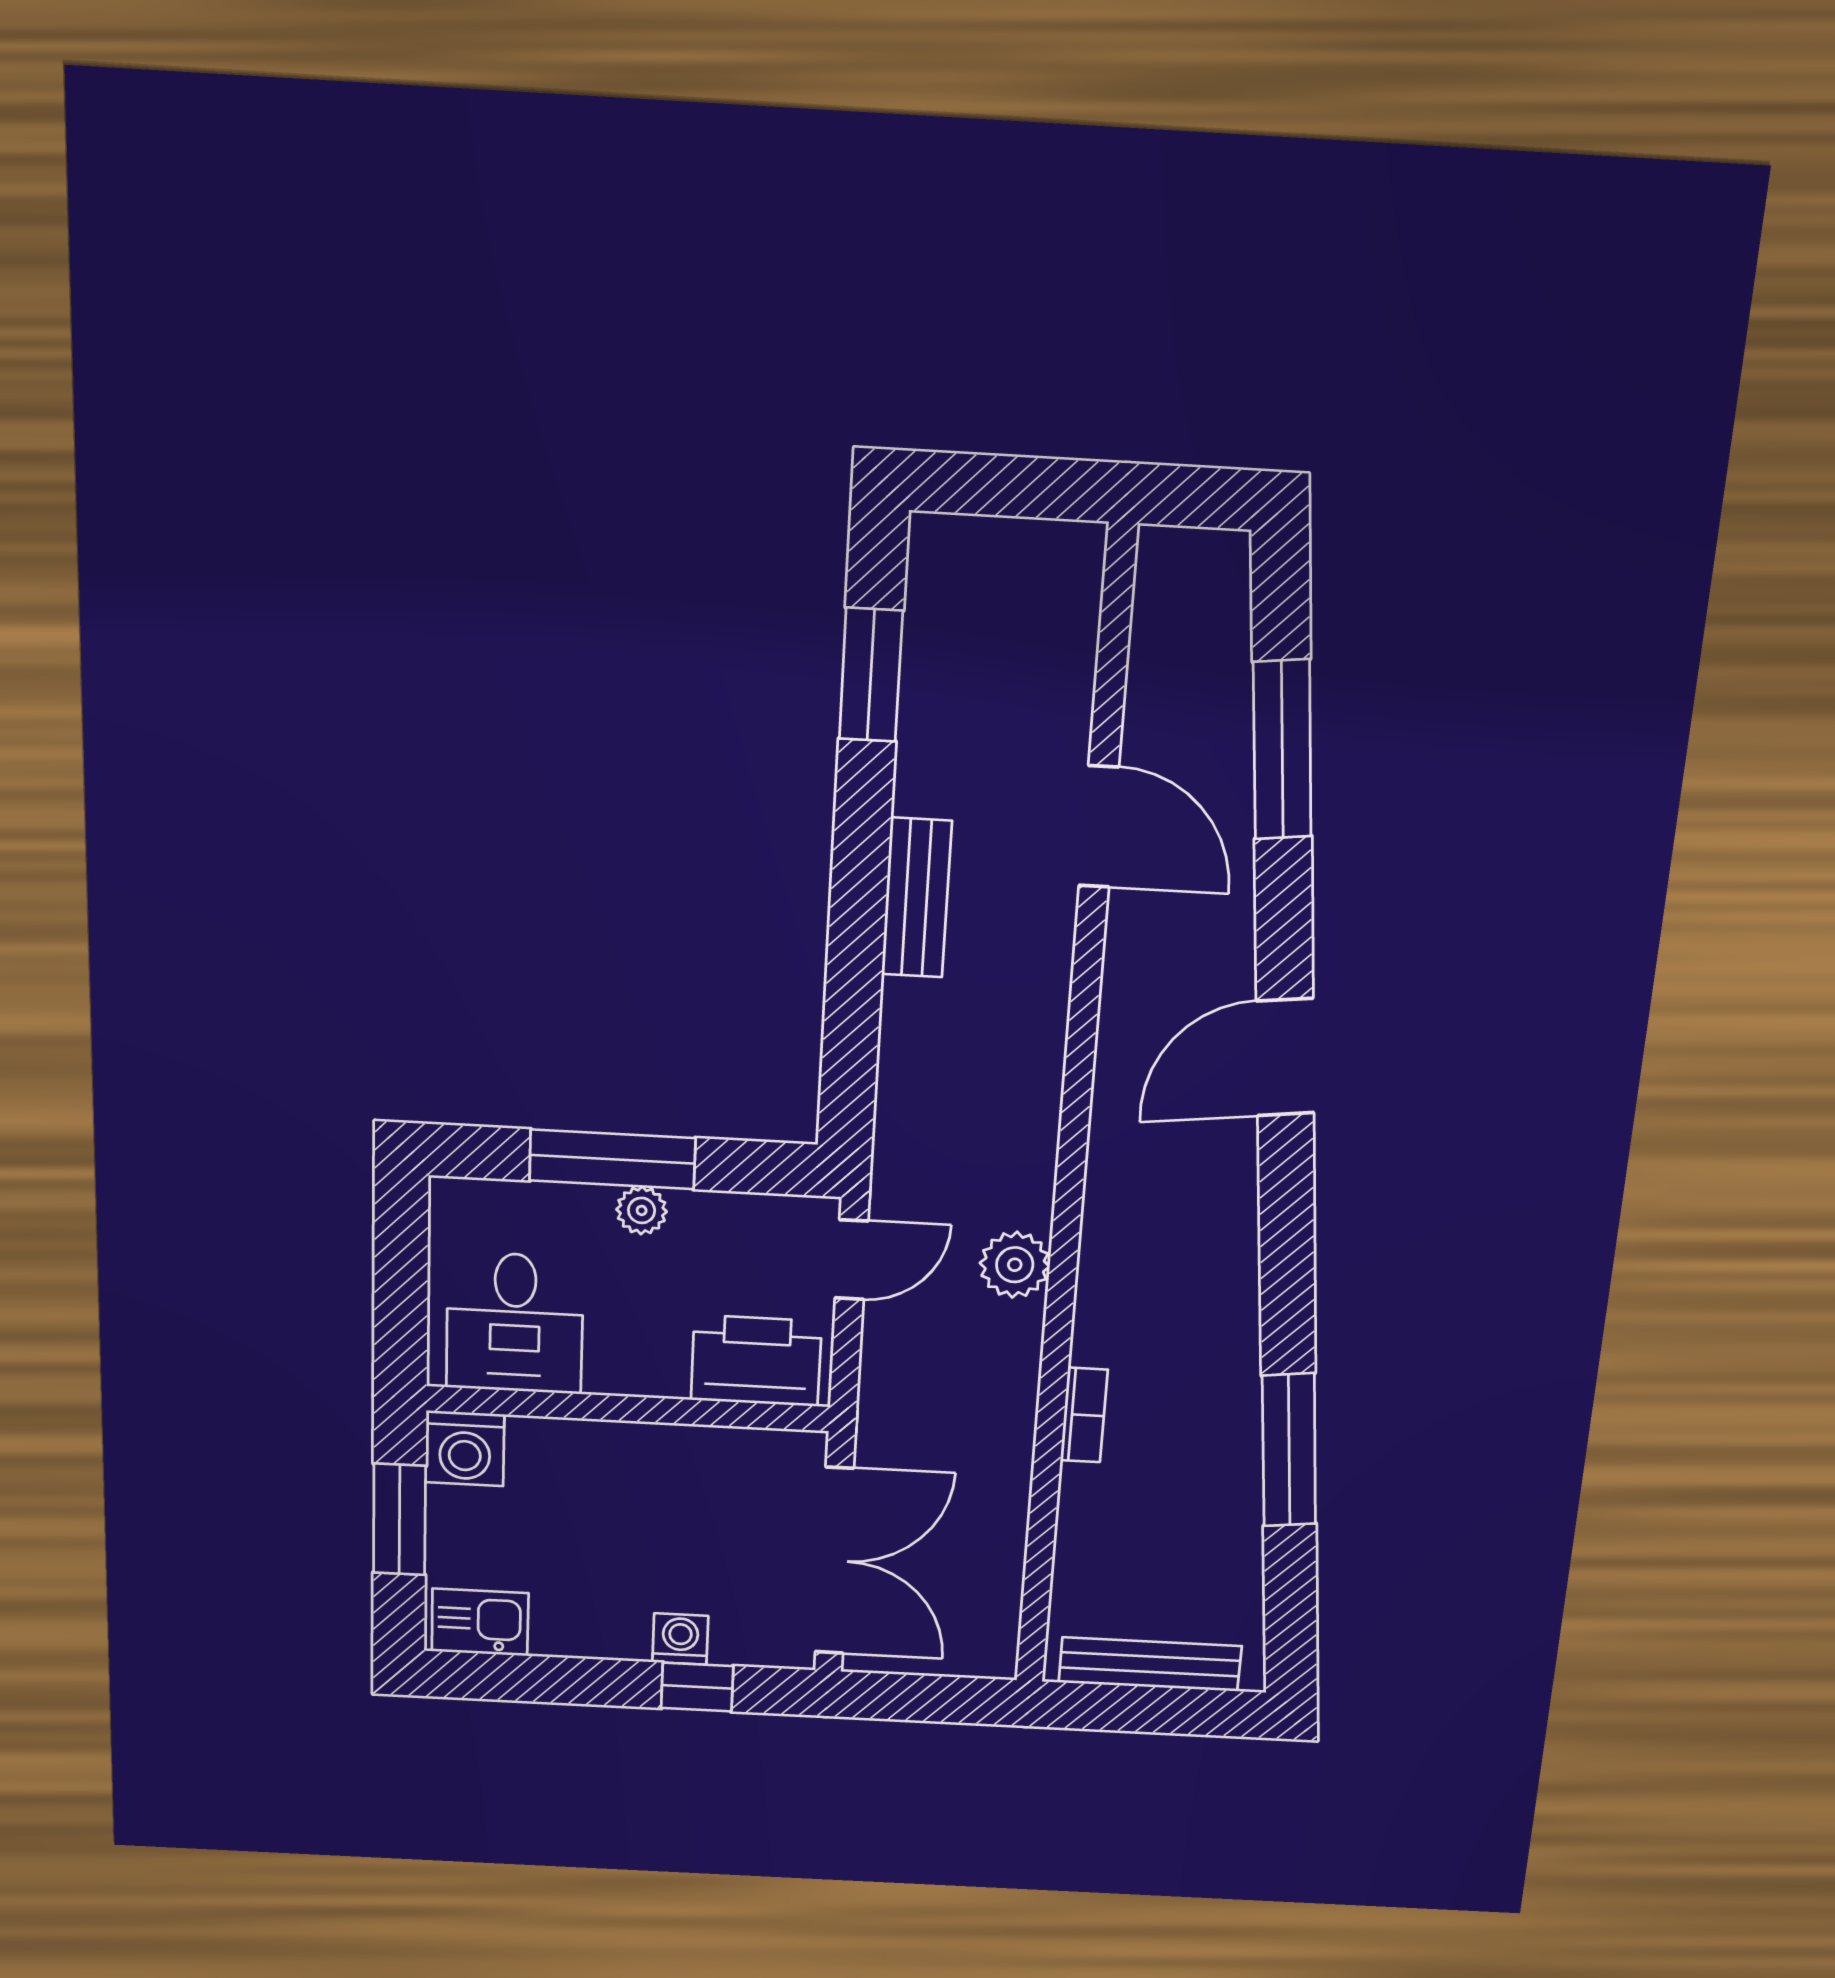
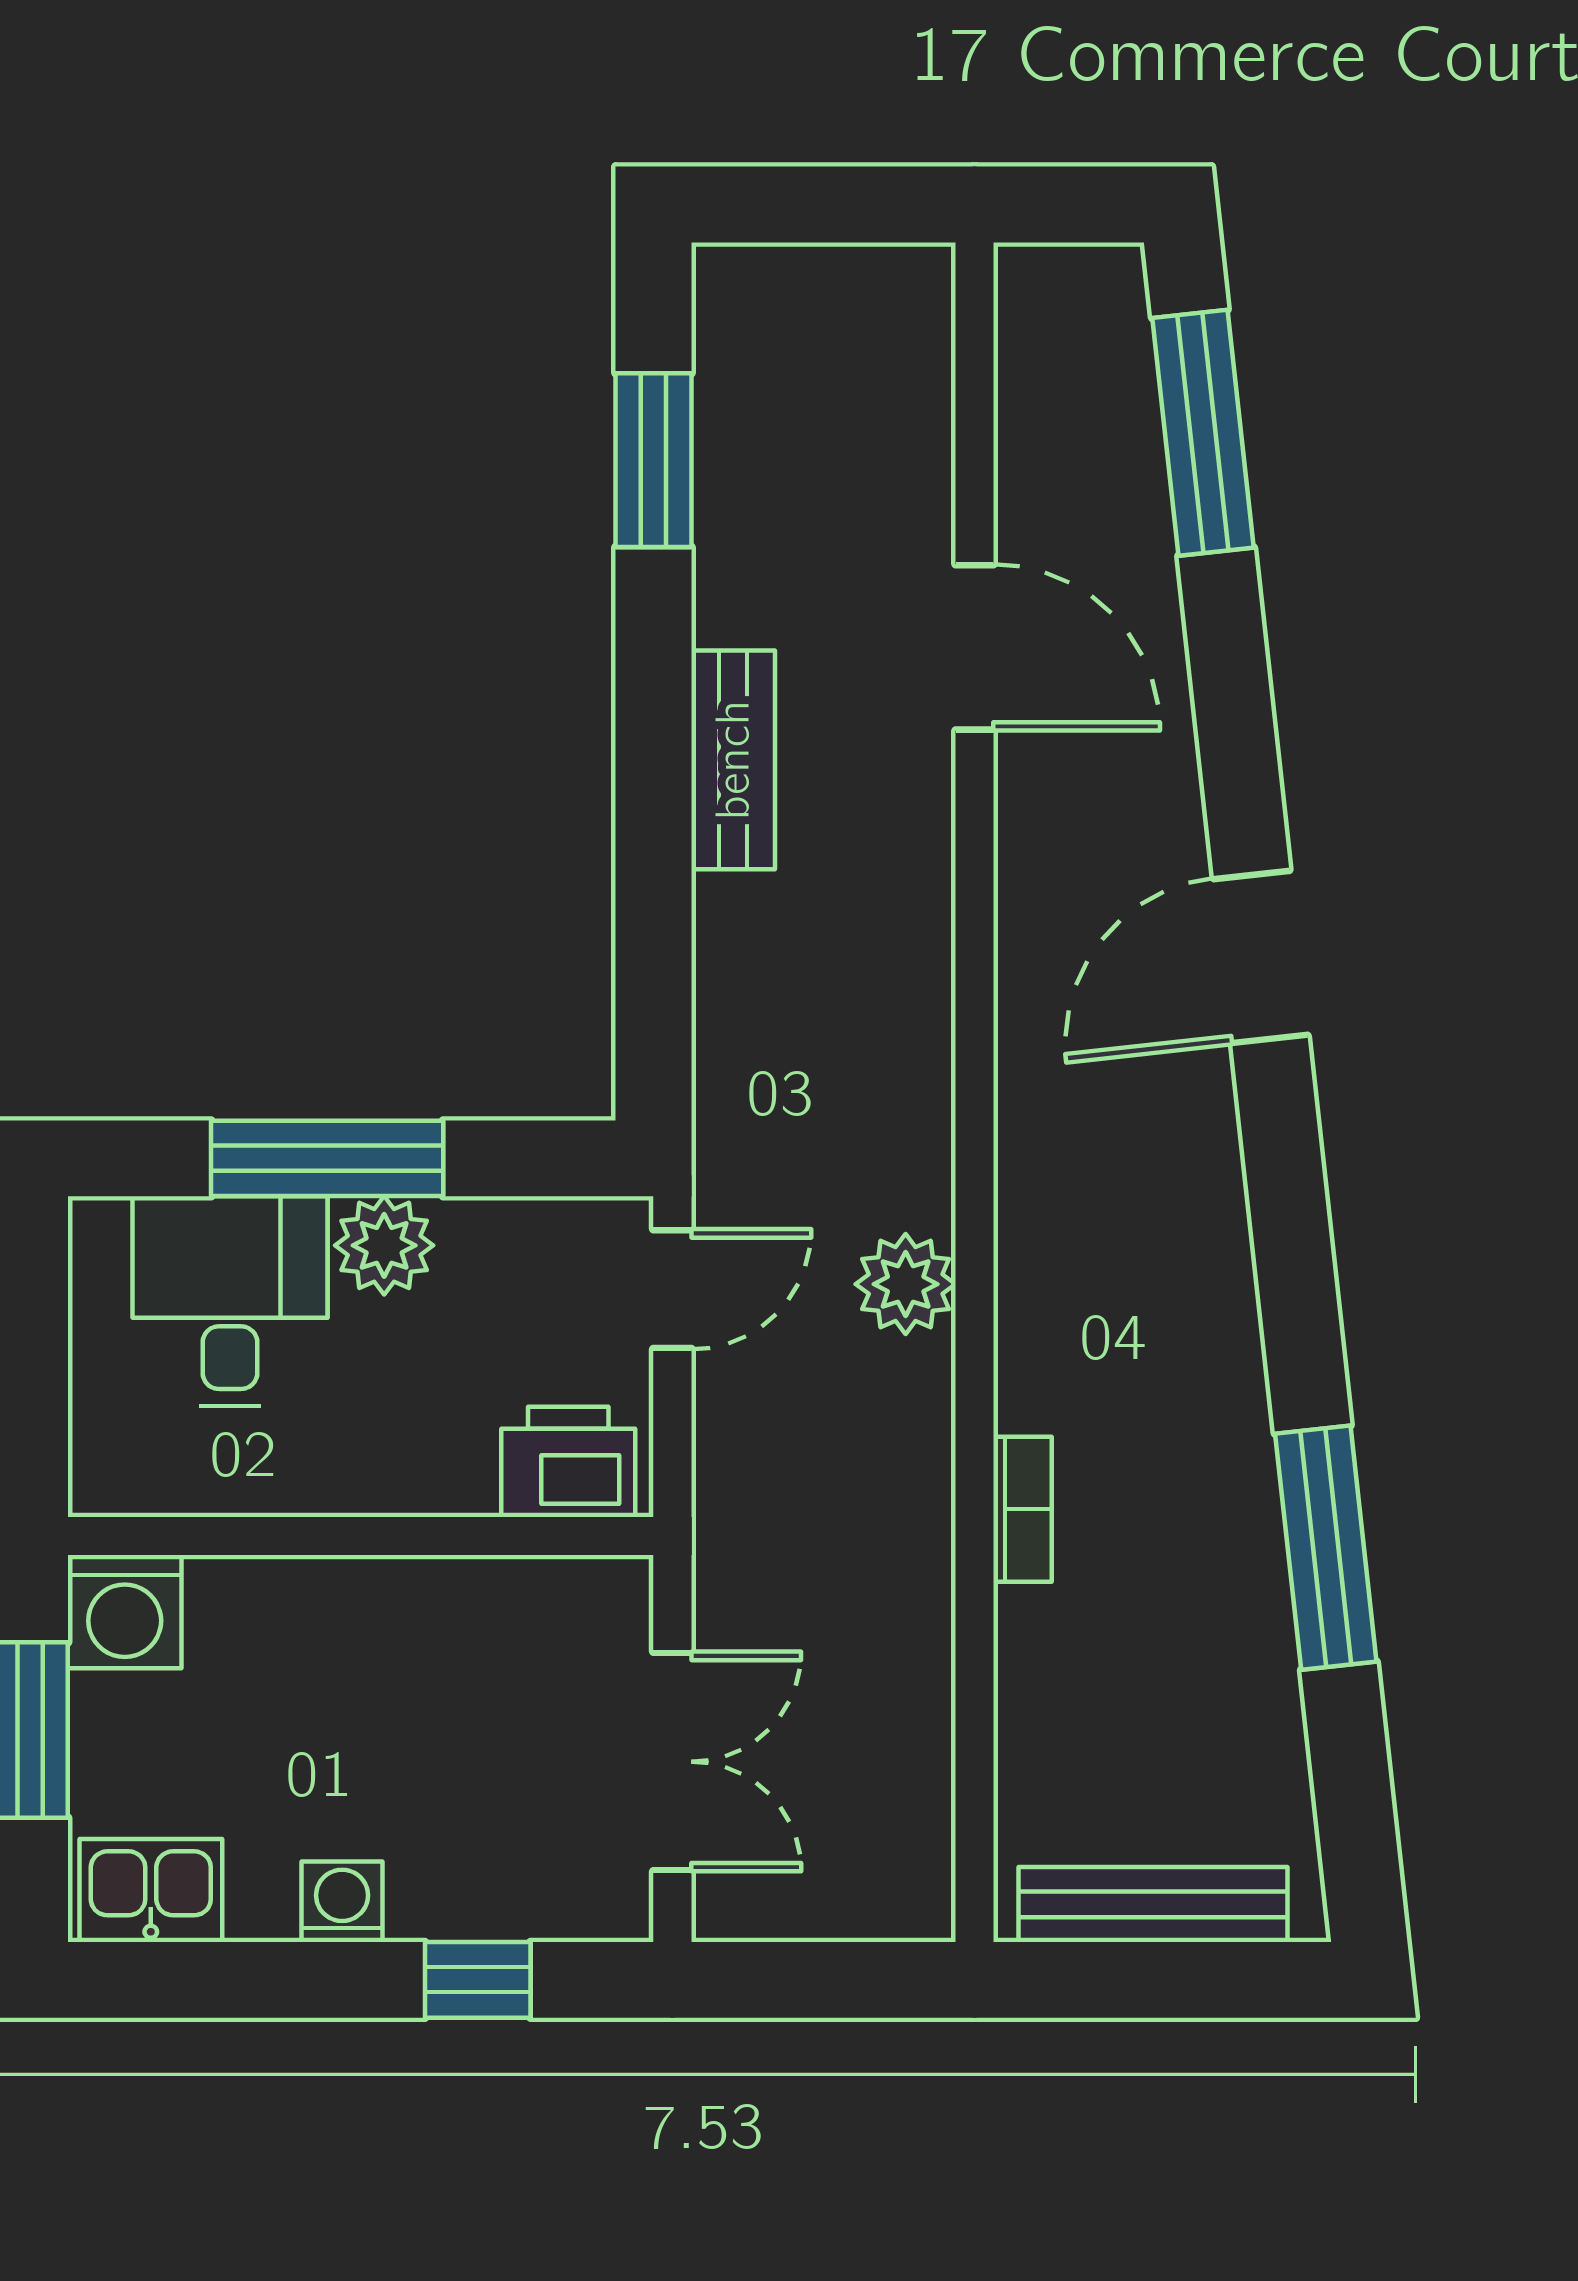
window: (1282, 750) -> (1203, 433), moved
plant: (642, 1210) -> (384, 1245), width x1.38, depth x1.38
desk: (515, 1323) -> (230, 1301), moved, turned 180
printer: (756, 1361) -> (568, 1462), width x0.73, depth x0.84
double door: (834, 1561) -> (672, 1762), width x0.73
washing machine: (680, 1639) -> (342, 1902), moved

